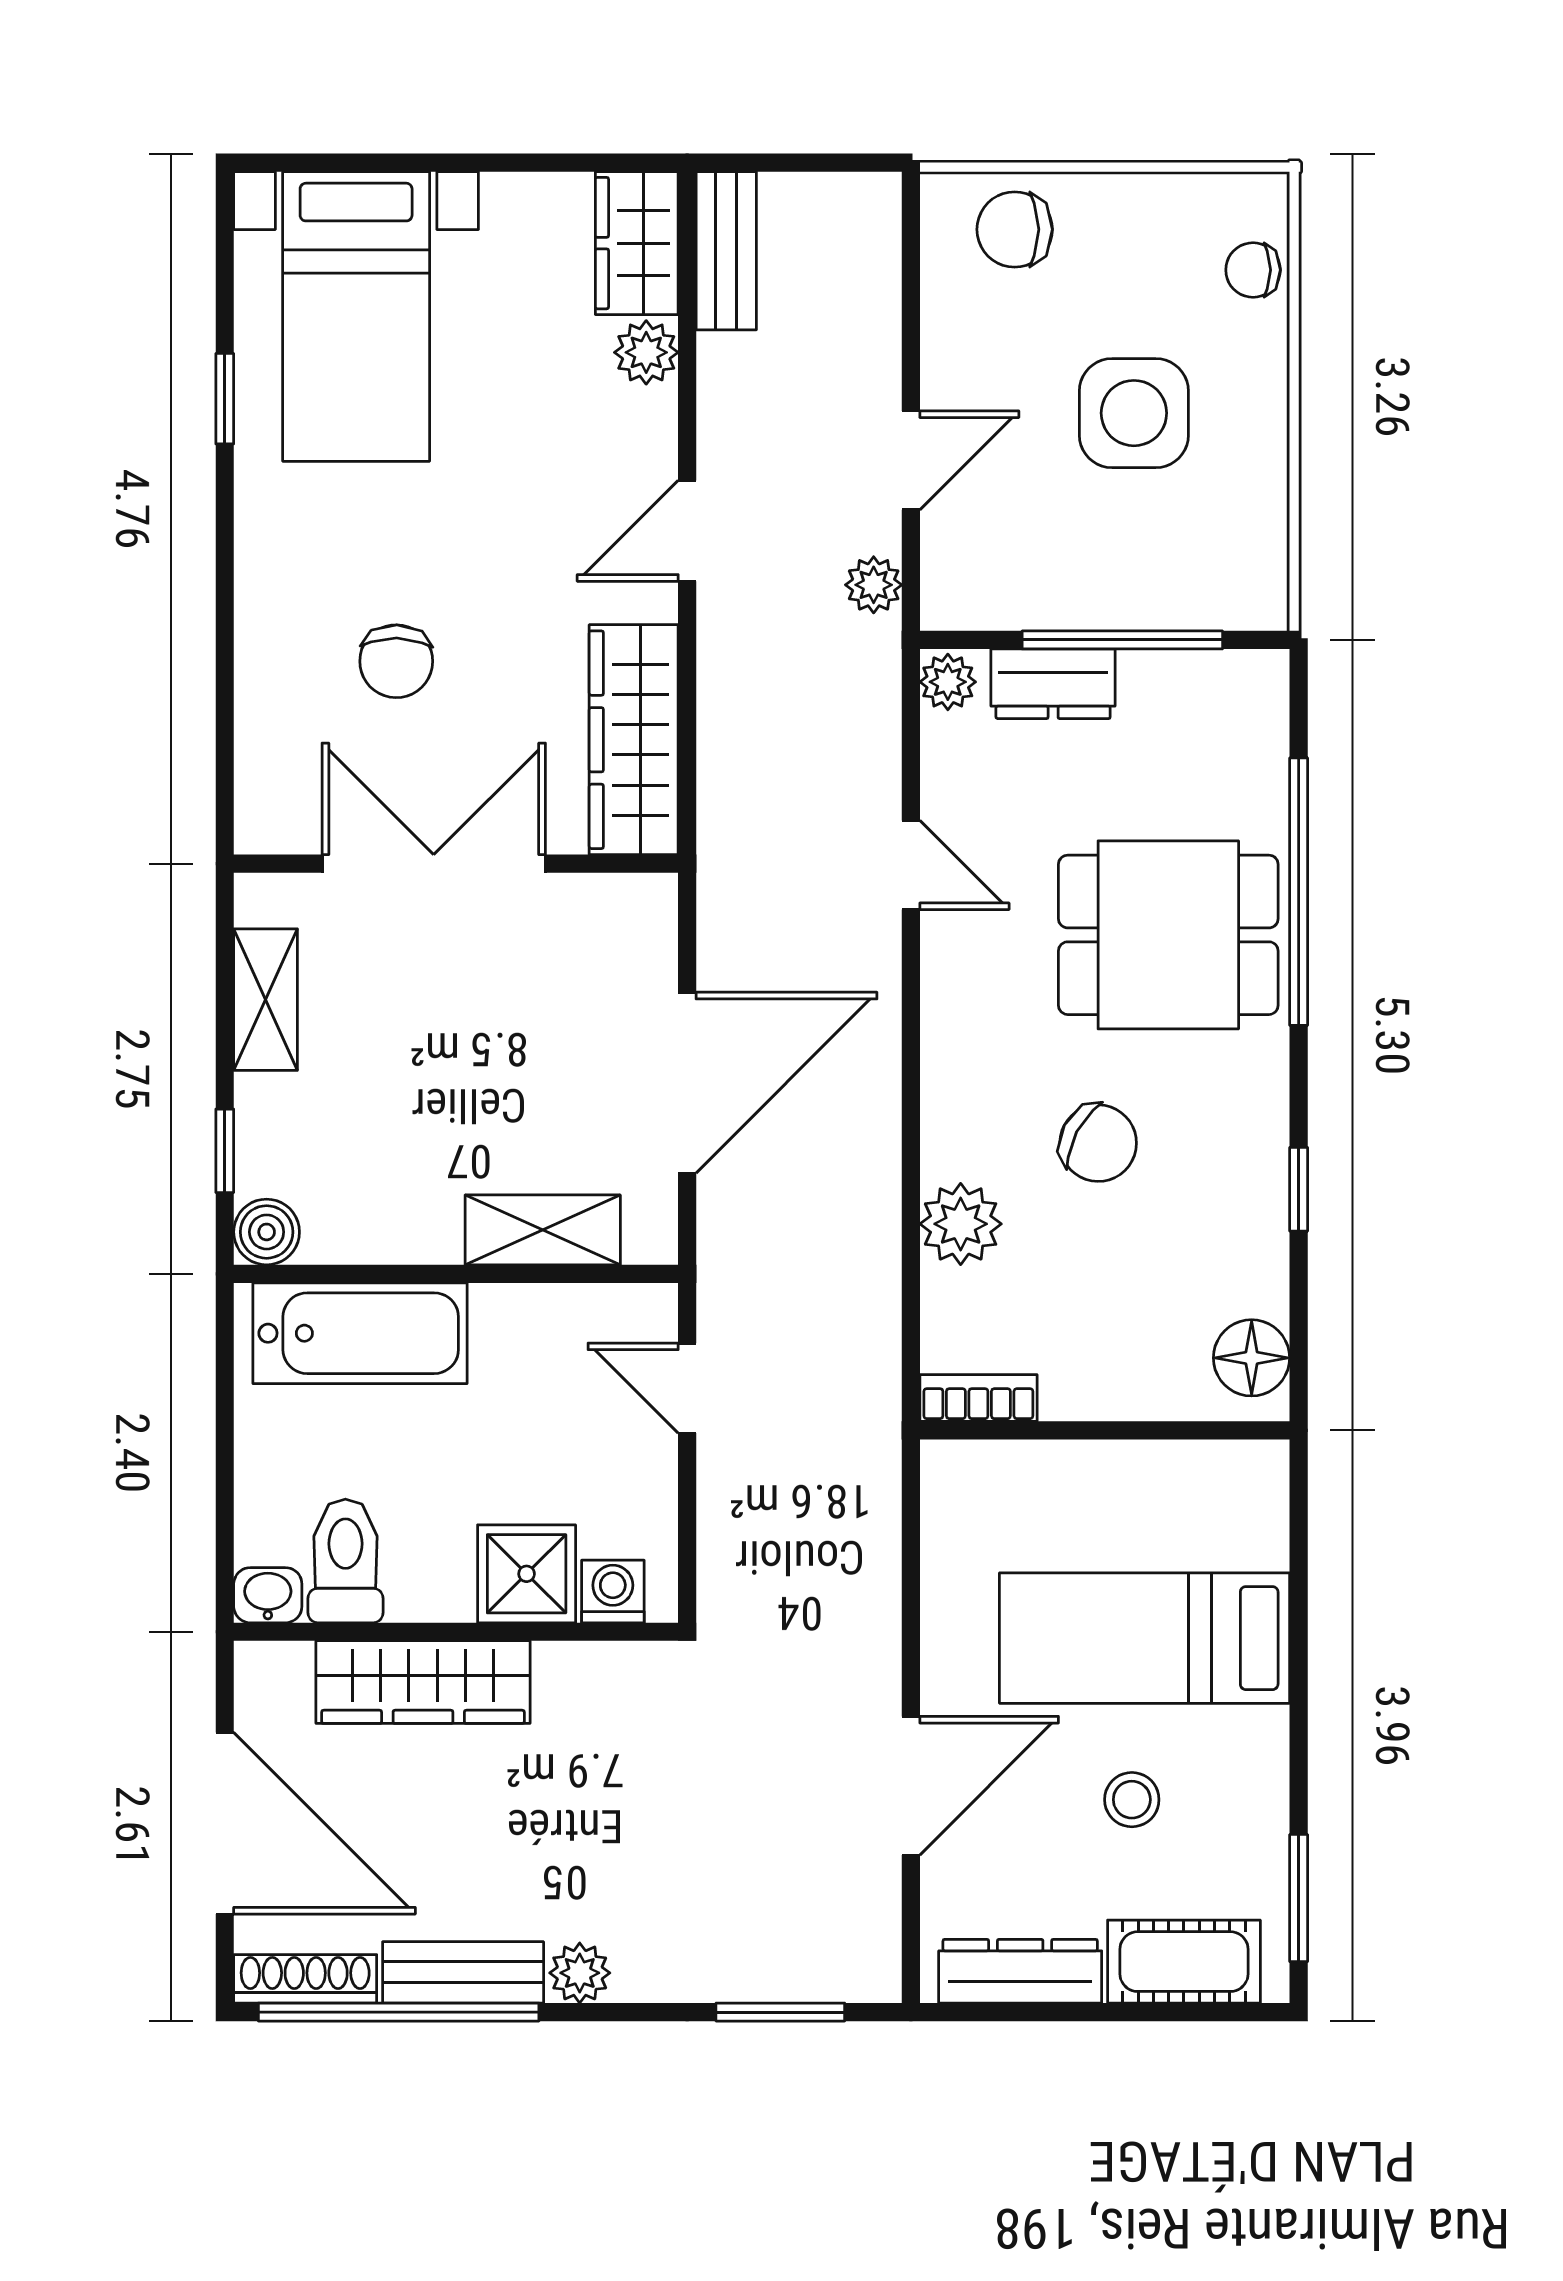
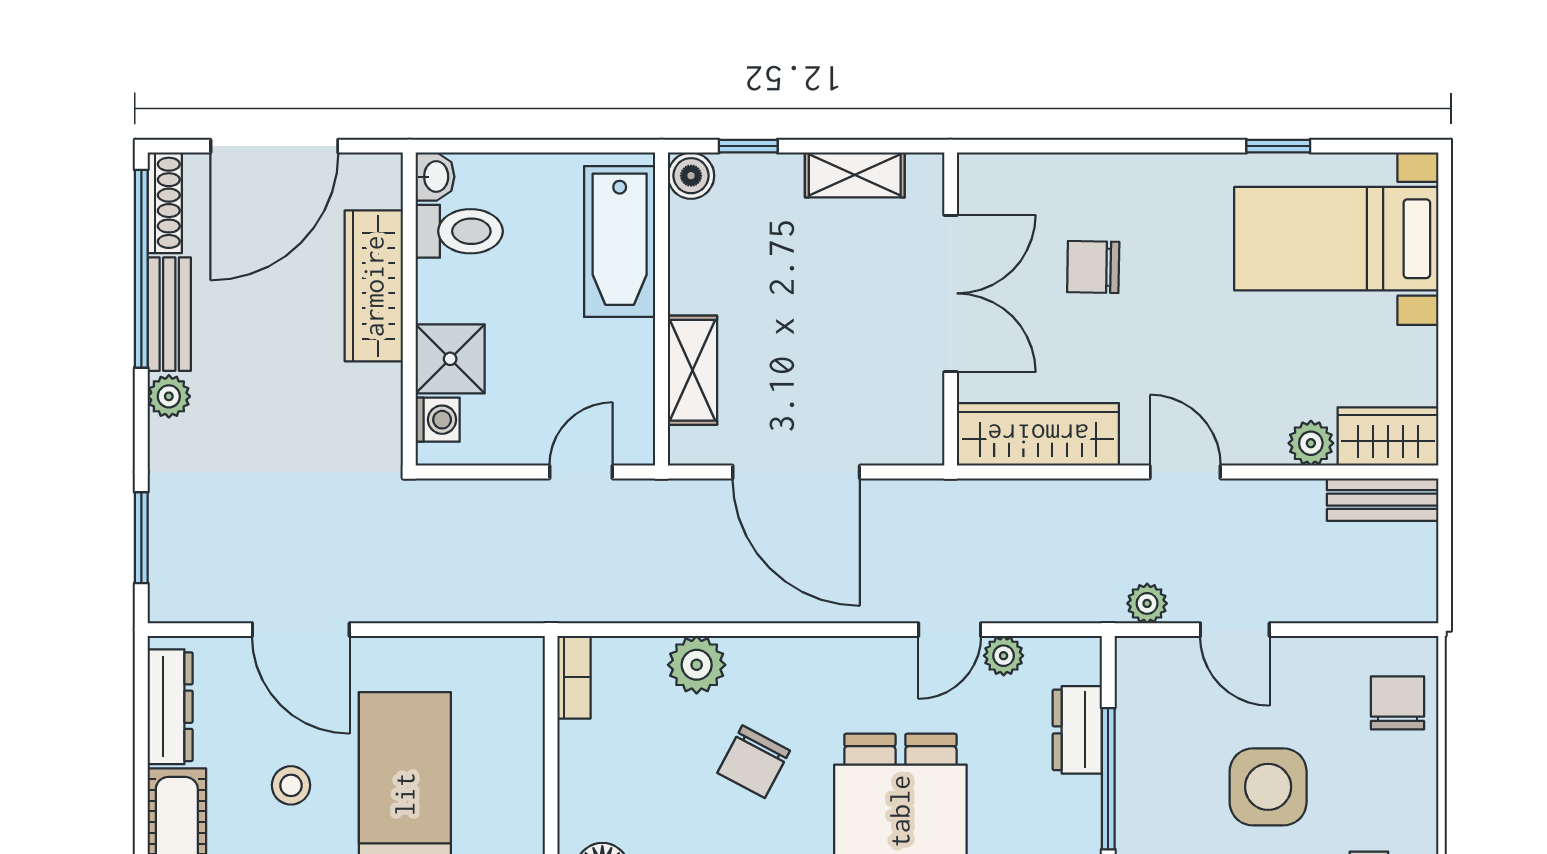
plant: (948, 682) -> (1004, 656), moved

